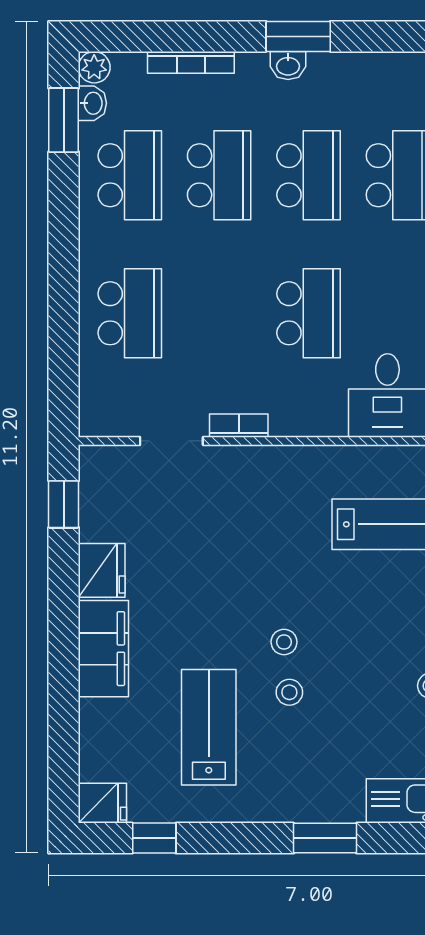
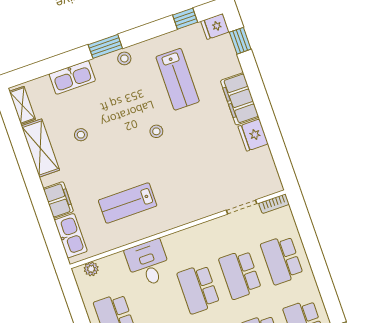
school desk: (219, 313) -> (240, 274), added
bookcase: (239, 426) -> (274, 204), moved
window: (64, 504) -> (240, 41), moved
stool: (289, 692) -> (124, 58), moved

